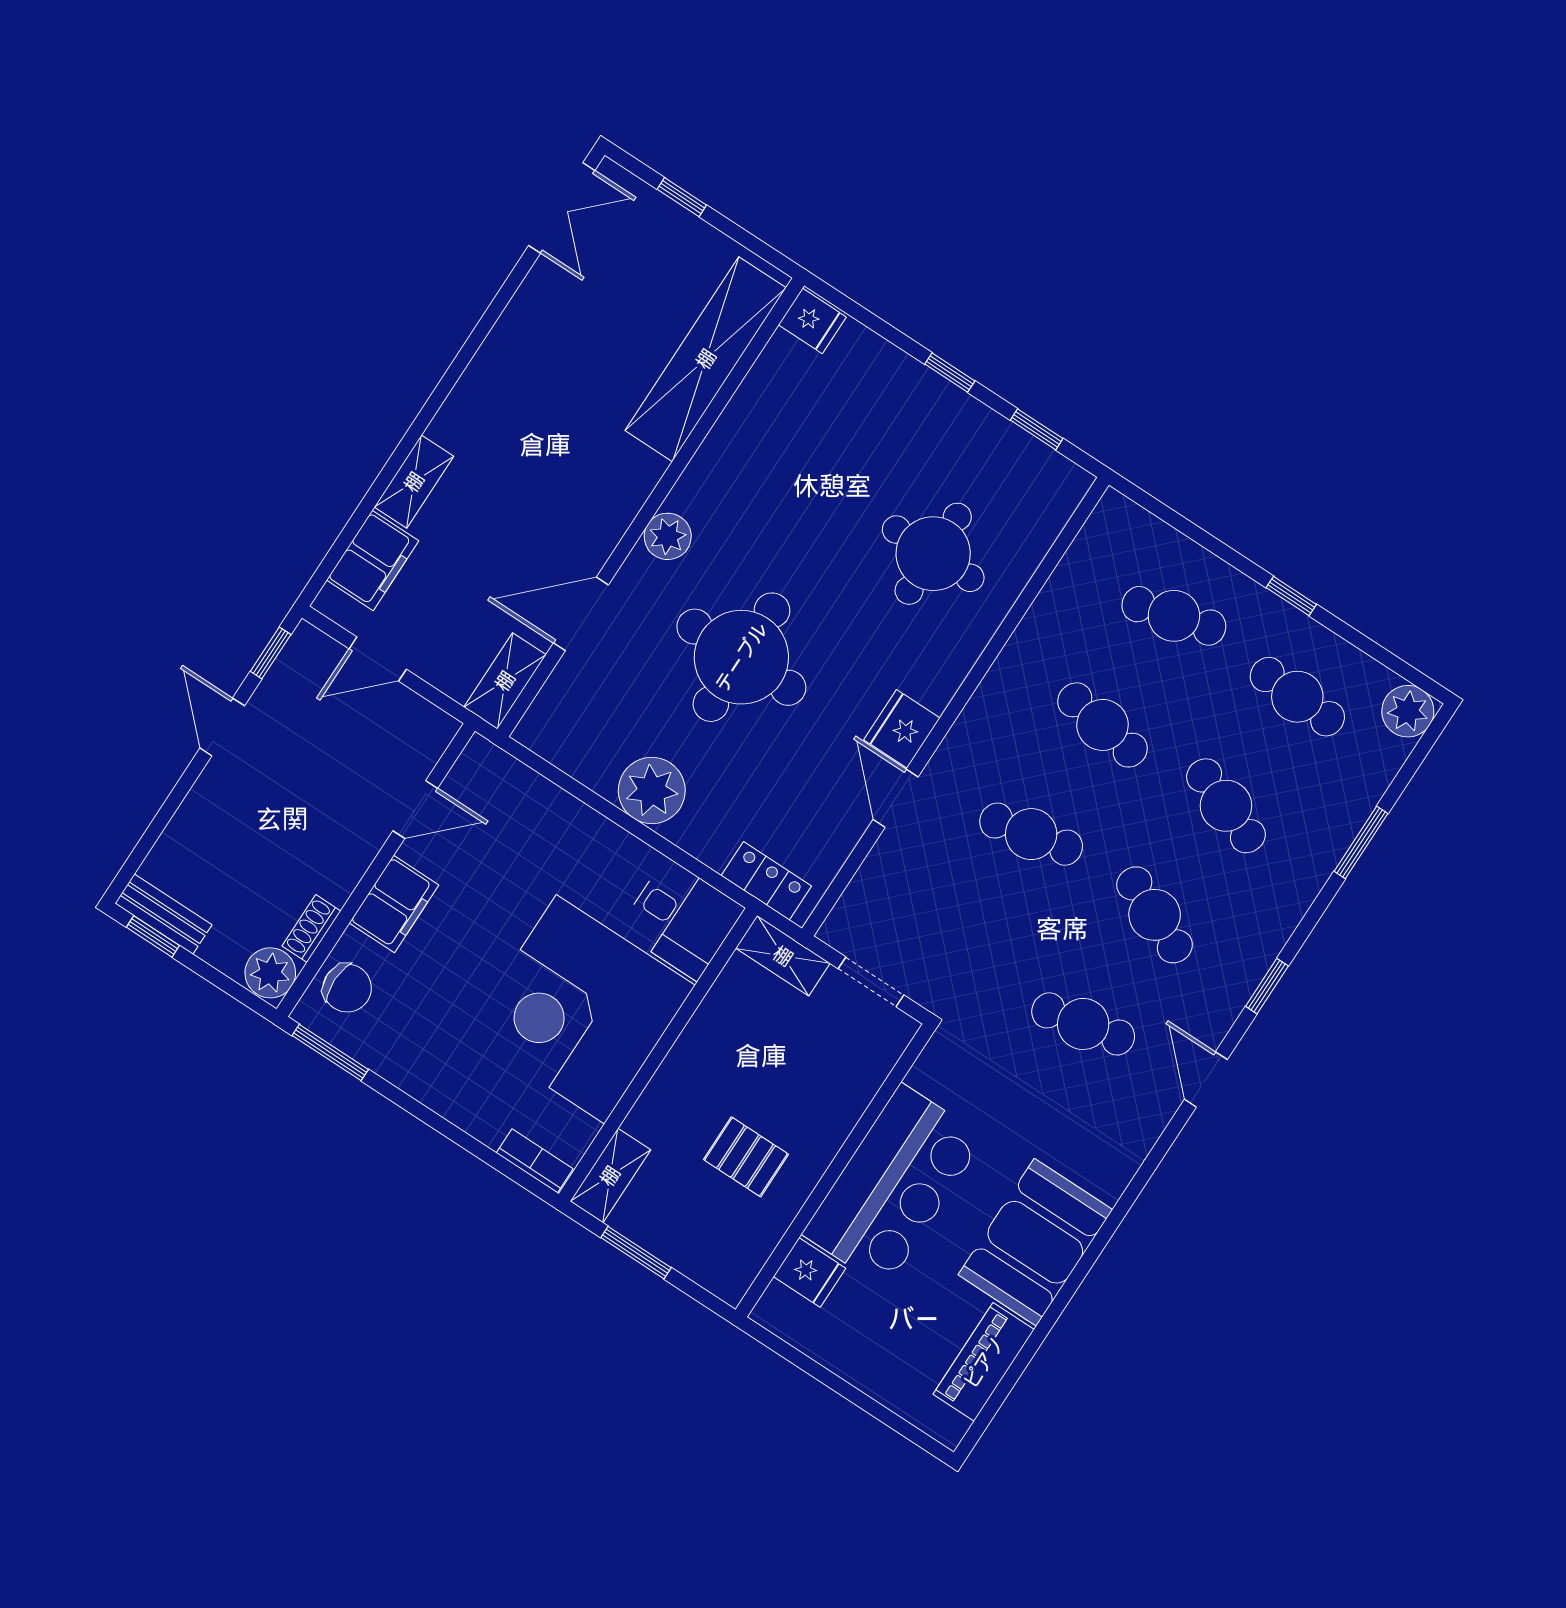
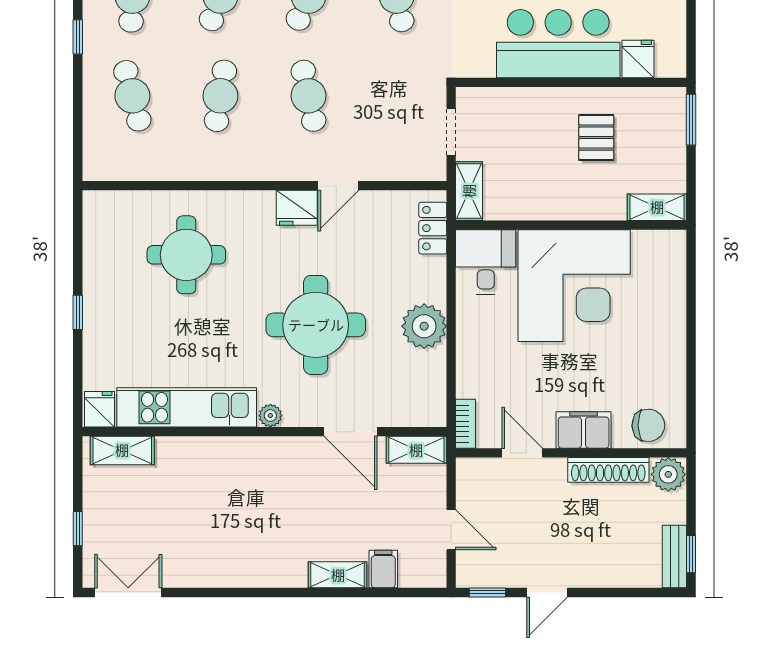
shelving: (706, 359) -> (122, 450), width x0.45, depth x0.75
window: (1037, 429) -> (78, 242), removed
kitchen unit: (744, 430) -> (187, 407), added
plant: (668, 536) -> (270, 416), width x0.73, depth x0.73
filing cabinet: (373, 560) -> (383, 569), width x0.50
shoe rack: (311, 929) -> (608, 470), width x1.94, depth x1.24
chair: (347, 988) -> (648, 425), turned 89
window: (330, 1052) -> (691, 411), removed
bookcase: (535, 1161) -> (466, 424), moved, turned 180
window: (636, 1253) -> (691, 120), moved

